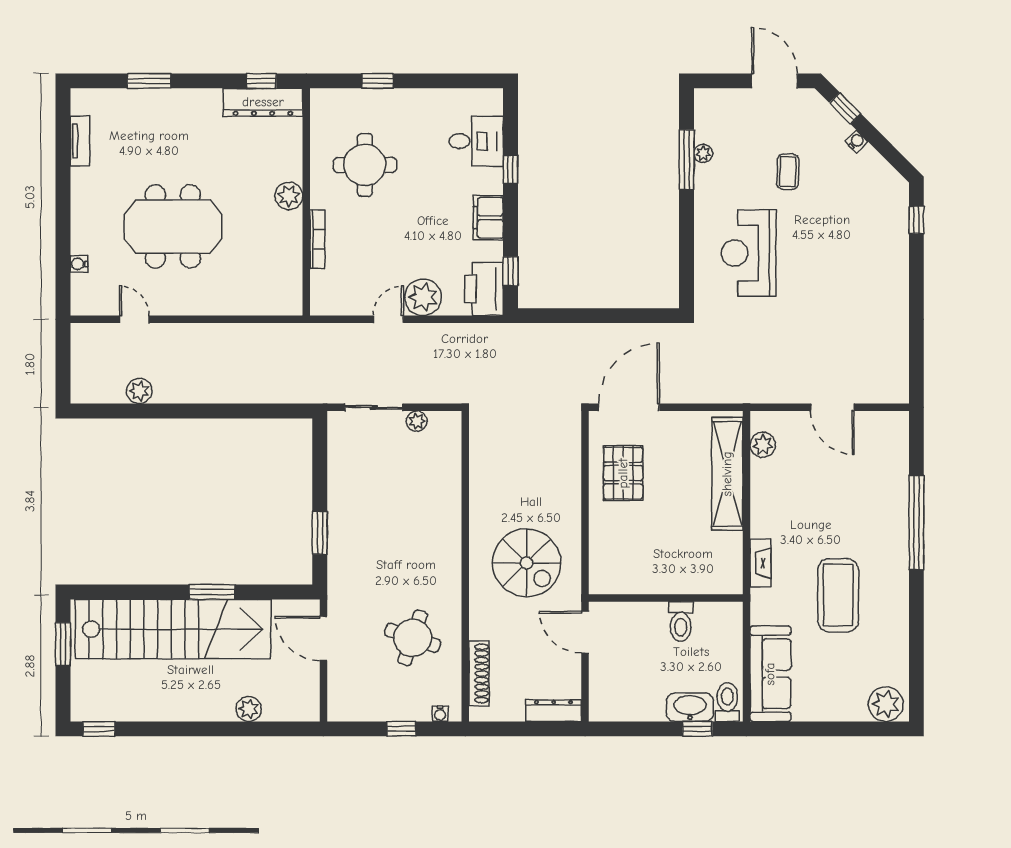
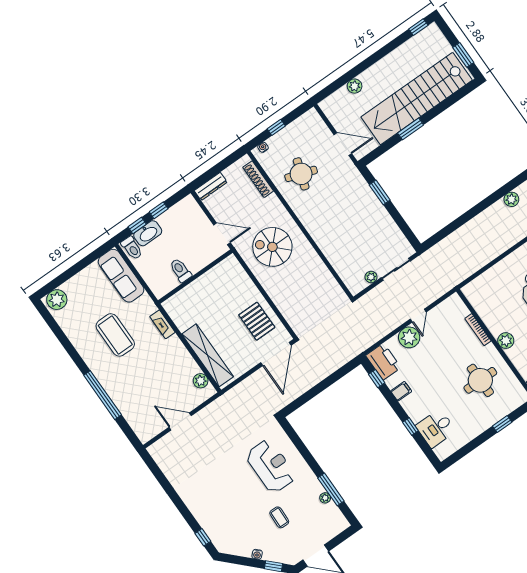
filing cabinet: (488, 218) -> (401, 391), width x0.50
window: (651, 729) -> (159, 210), added

